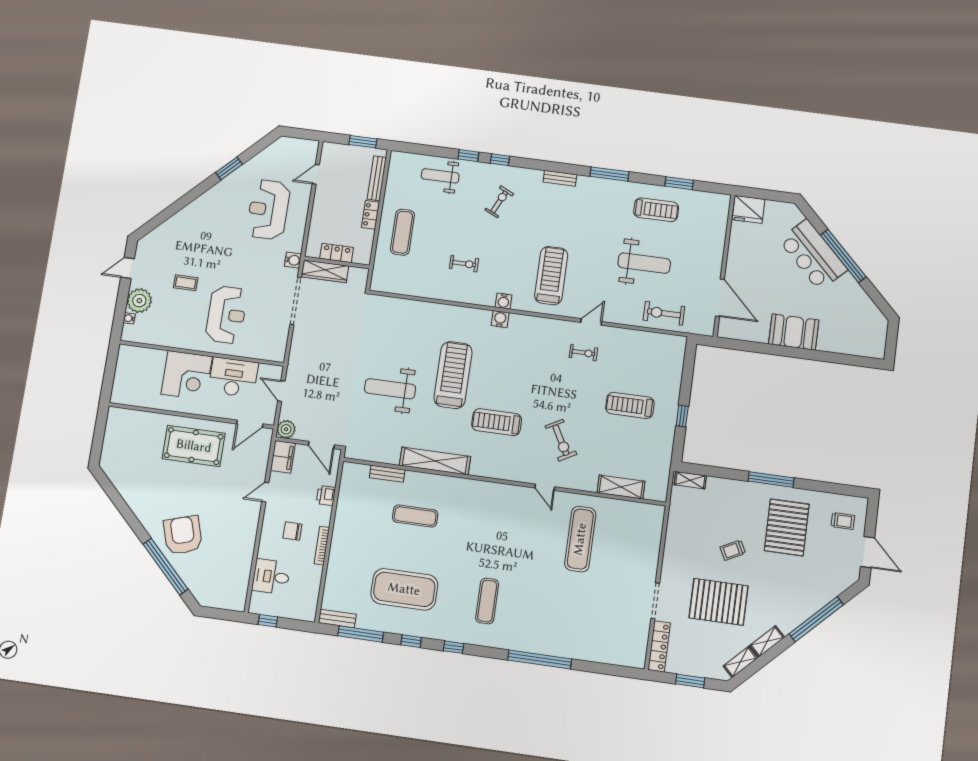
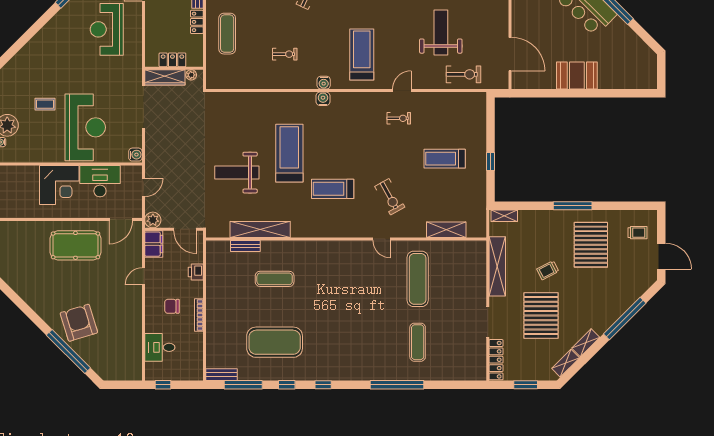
water cooler: (293, 260) -> (135, 155), moved
weight bench: (644, 263) -> (441, 32), turned -90
plant: (355, 273) -> (191, 75), added
exercise bike: (664, 313) -> (463, 74), turned 180
reception desk: (226, 315) -> (85, 127), width x1.36, depth x1.30
door: (281, 391) -> (143, 187), swing flipped
shelving: (435, 461) -> (260, 229), moved
shelving: (675, 537) -> (497, 266), added
exercise mat: (487, 601) -> (418, 342), moved
pallet: (719, 602) -> (541, 316), turned 90

